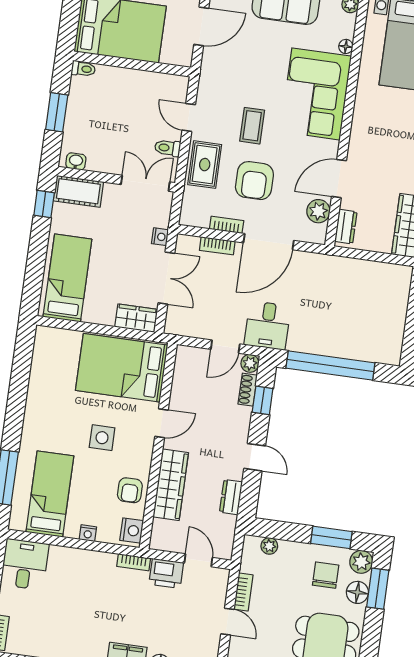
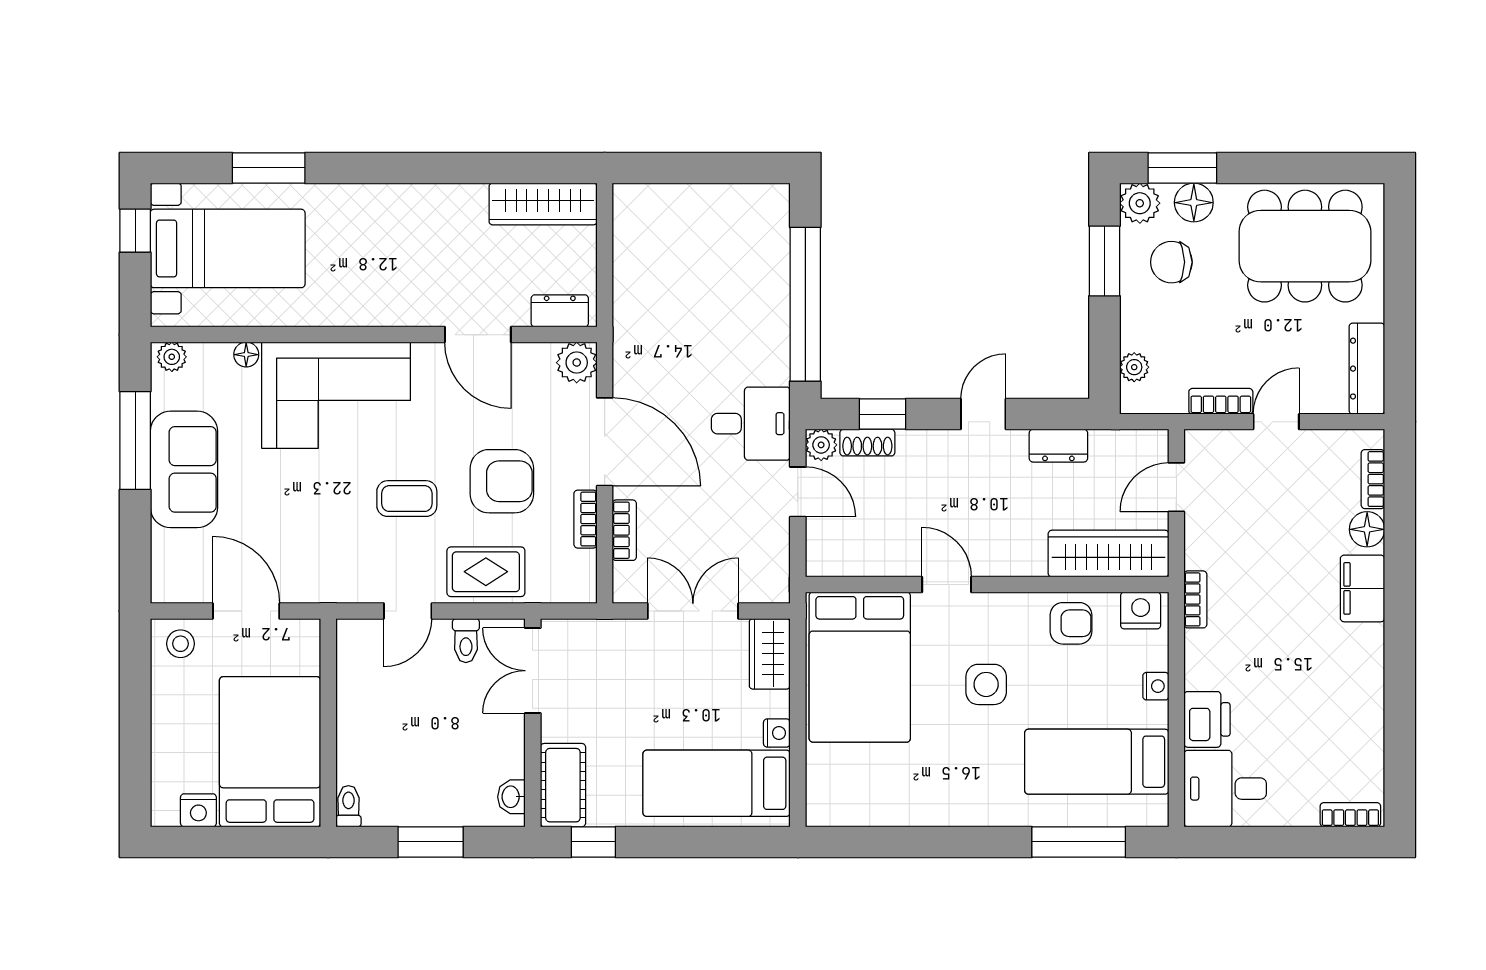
plant: (318, 211) -> (577, 363), moved
nightstand: (160, 237) -> (777, 733), moved, turned 90
wardrobe: (171, 485) -> (1109, 554), moved
printer: (166, 573) -> (1207, 719), moved

